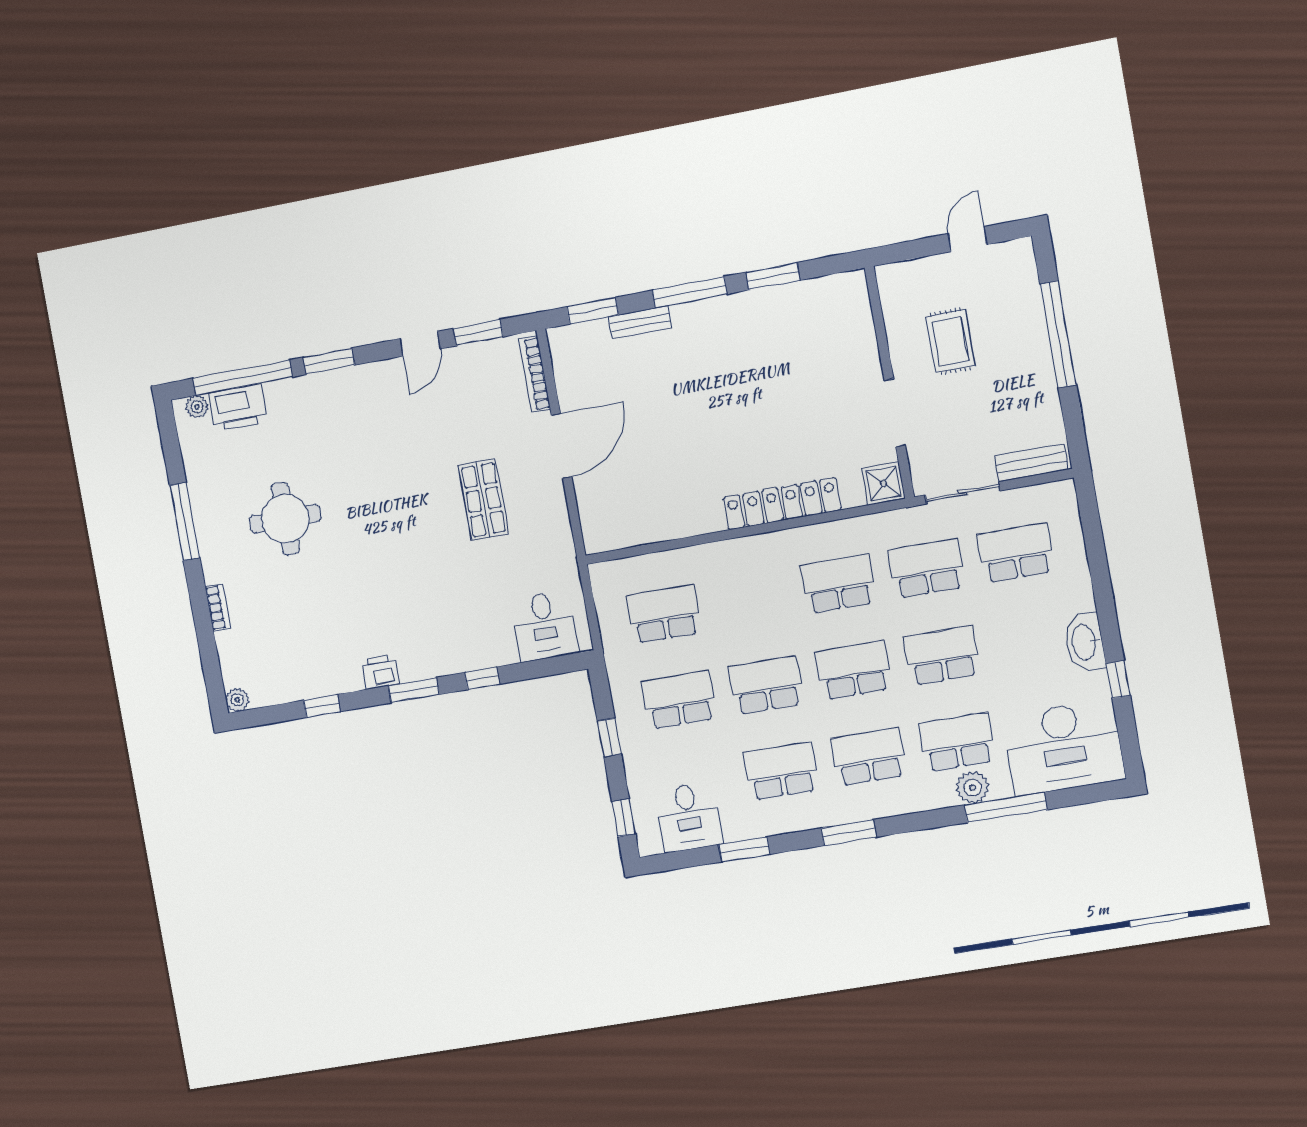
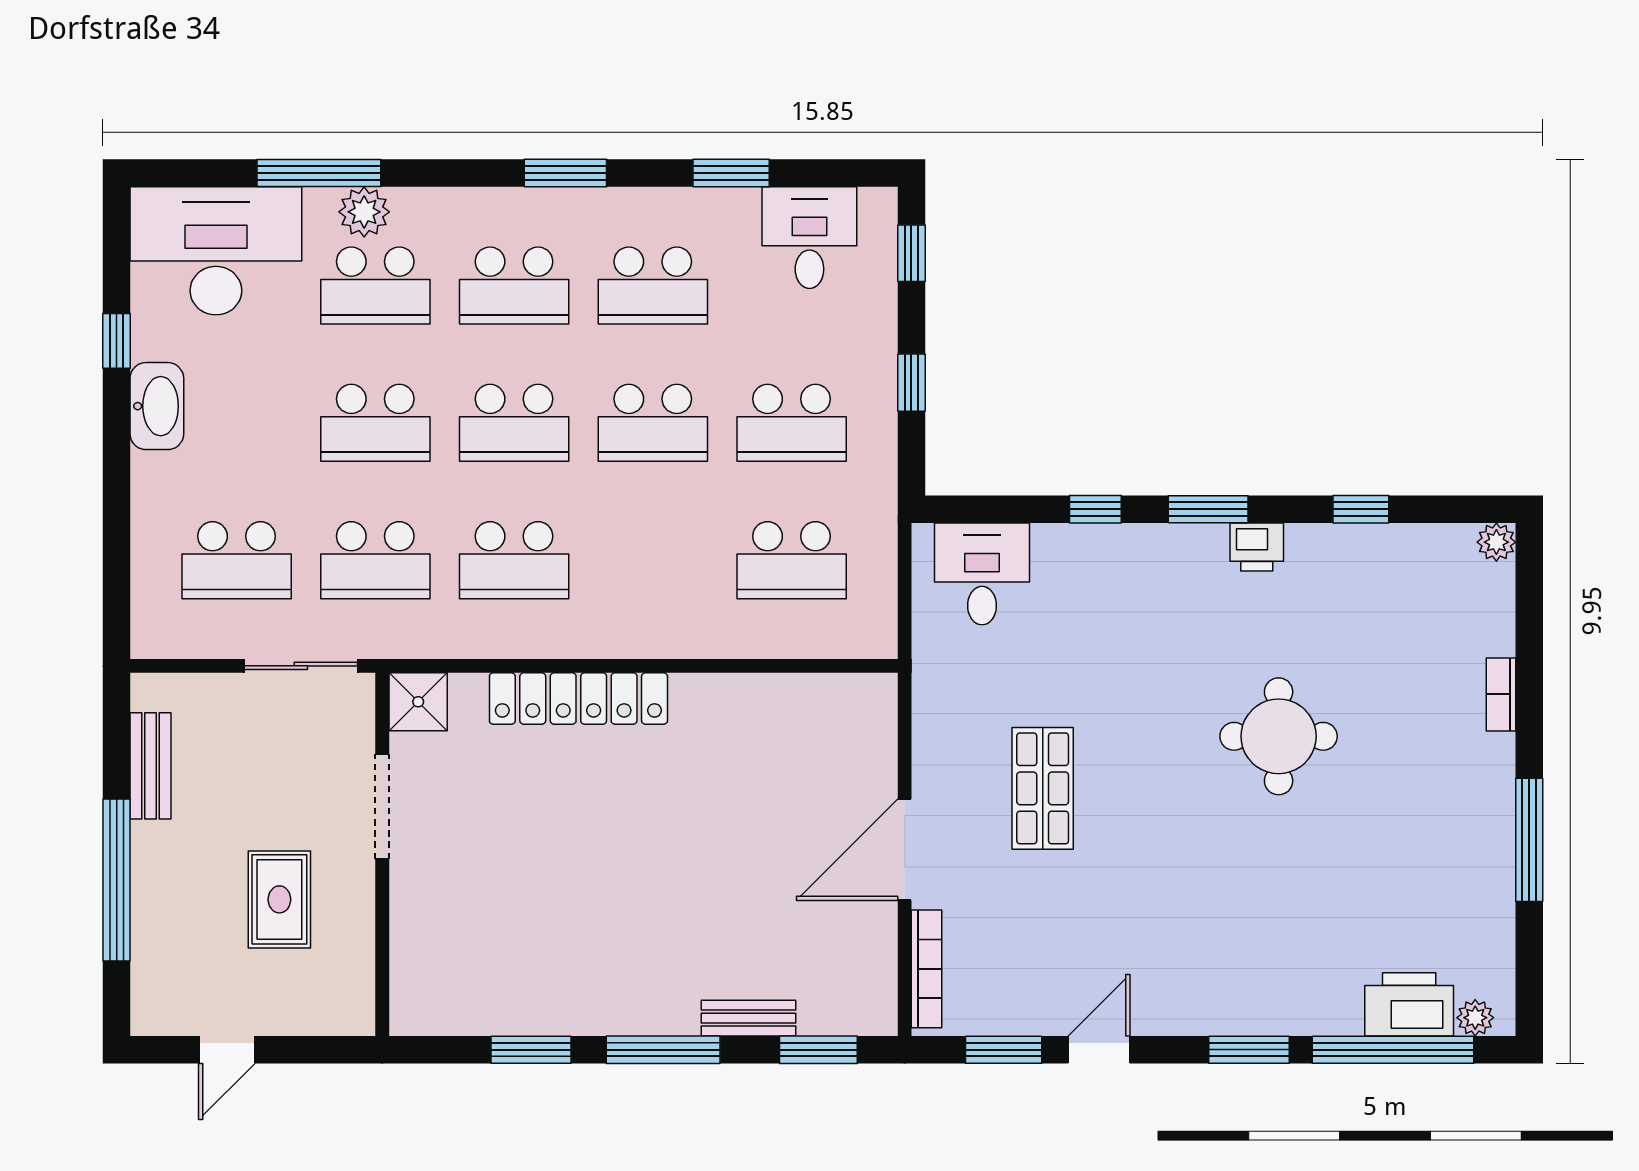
bench: (1031, 463) -> (151, 766), moved, turned 90
round table: (285, 519) -> (1279, 736), moved

